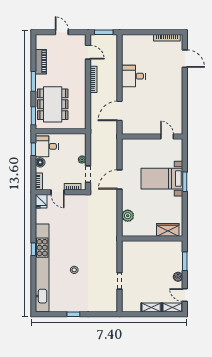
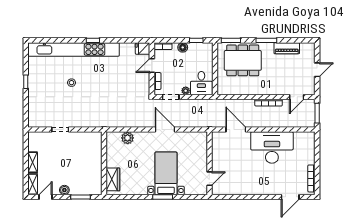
desk: (133, 76) -> (272, 148), width x1.87, depth x1.30
desk: (47, 146) -> (201, 83), moved, turned 180

